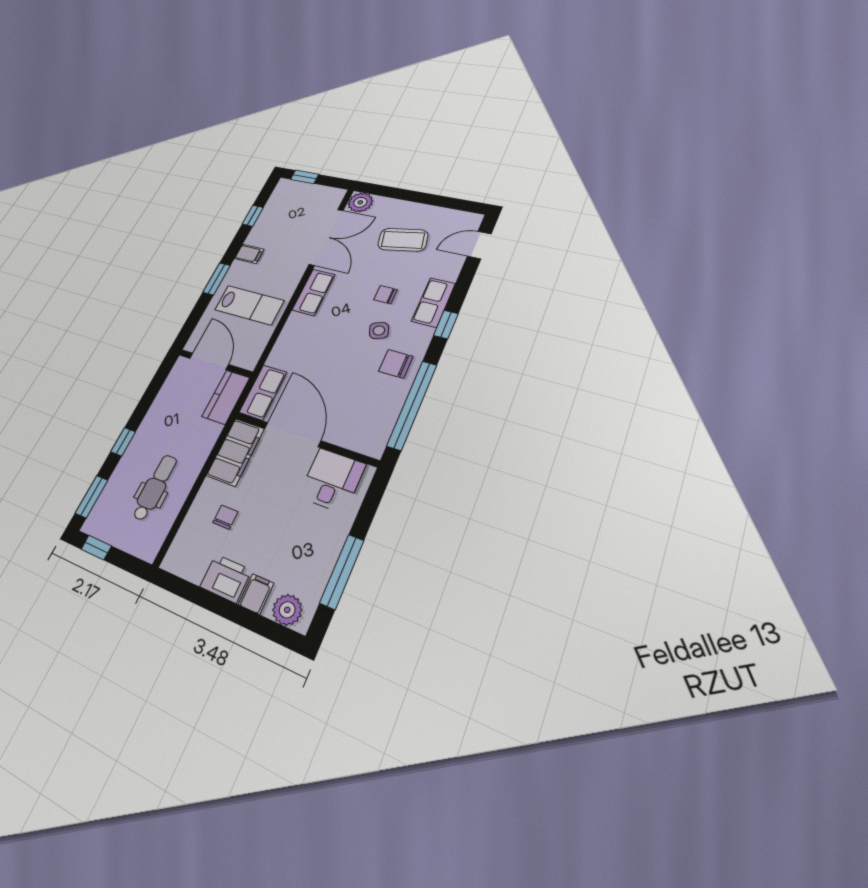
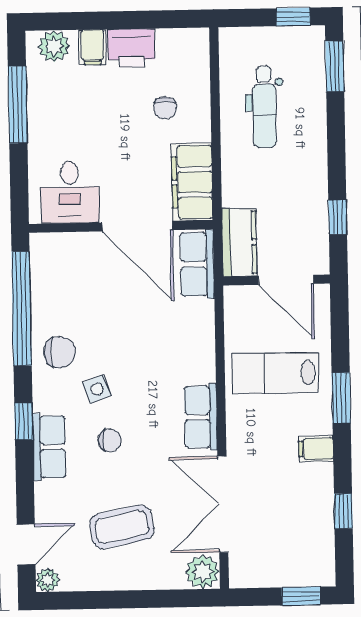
plant: (473, 220) -> (48, 580), added
window: (123, 442) -> (338, 217), moved

